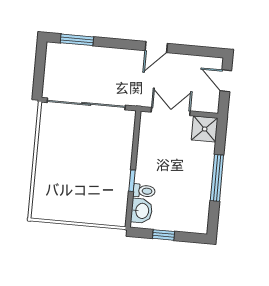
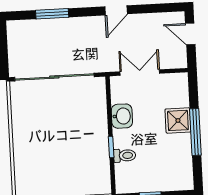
window: (77, 40) -> (52, 14), moved
shower: (205, 129) -> (178, 120), moved
washbasin: (142, 211) -> (122, 116), moved

